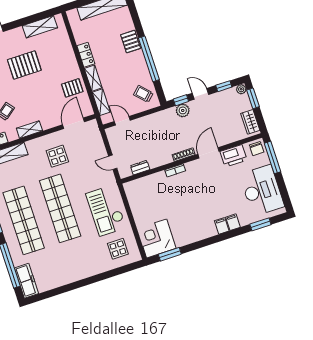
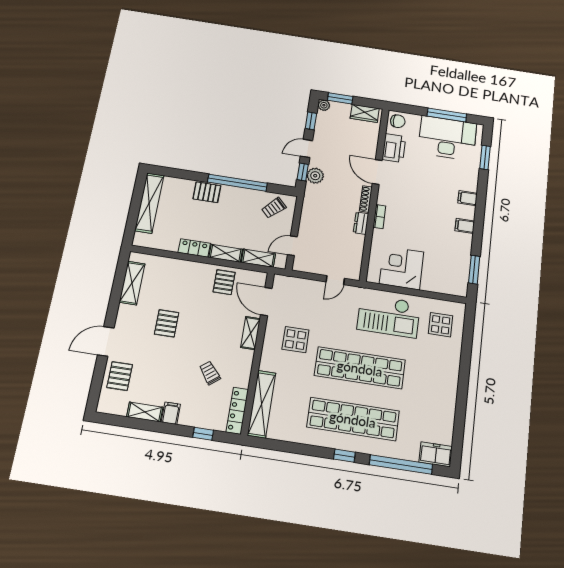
pallet: (24, 65) -> (167, 323), width x0.67, depth x0.71
shelving: (29, 130) -> (250, 333), moved
window: (272, 157) -> (447, 115), moved
dresser: (140, 168) -> (361, 223), moved
filing cabinet: (233, 222) -> (465, 226), moved
corner desk: (157, 238) -> (401, 268), moved, turned 90
freezer: (26, 281) -> (436, 454), width x0.71

